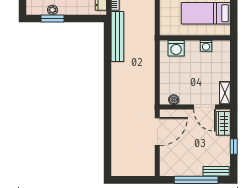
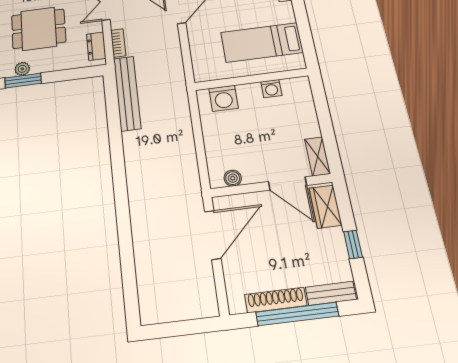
shoe rack: (186, 171) -> (276, 300), added

